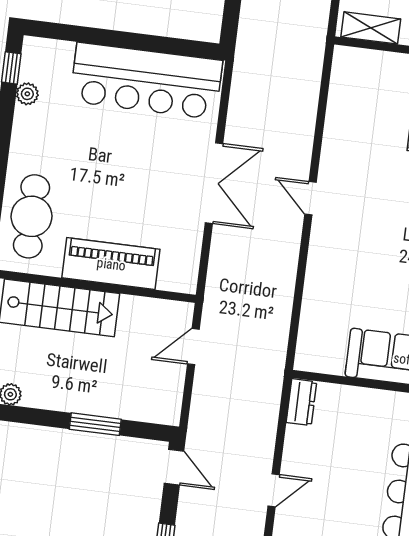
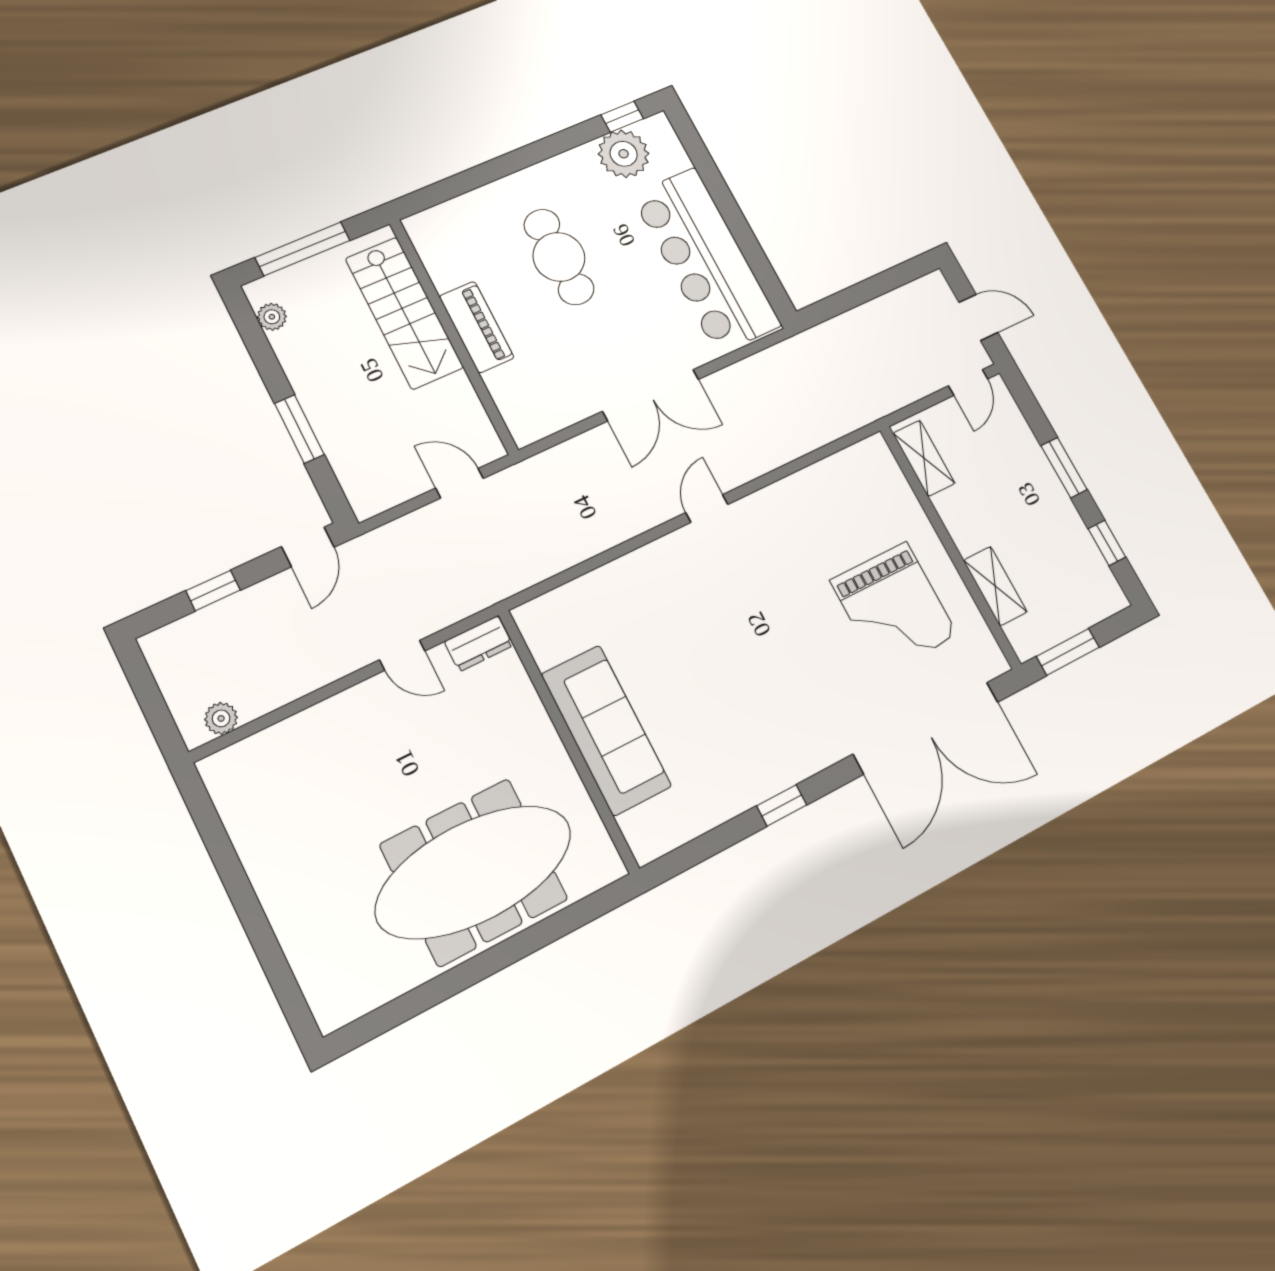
plant: (27, 94) -> (624, 154), width x1.87, depth x1.87
cafe table: (31, 216) -> (559, 257), moved, turned 90
piano: (111, 264) -> (477, 327), width x0.73, depth x0.75
door: (274, 490) -> (402, 655), moved

